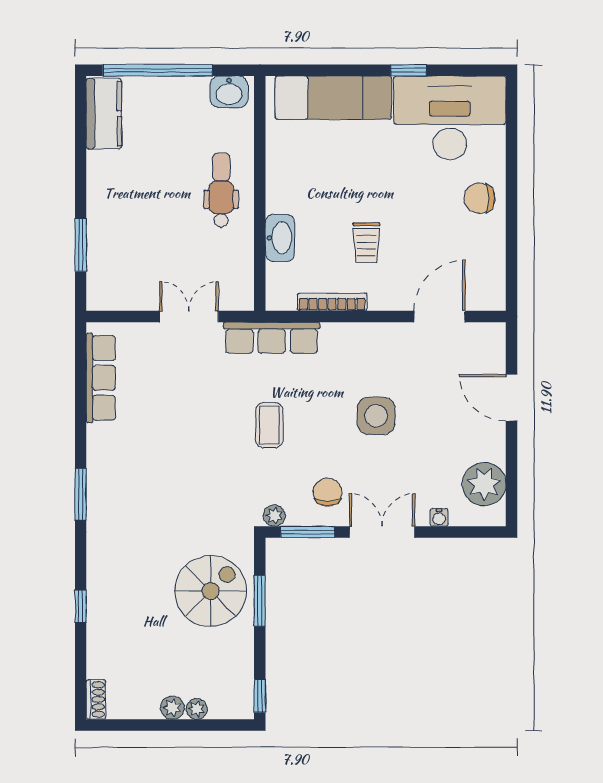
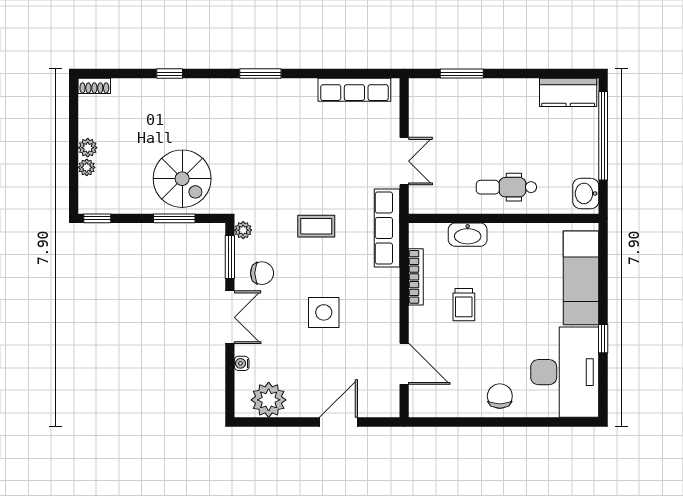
dental chair: (221, 190) -> (506, 187), turned 180
trolley: (366, 243) -> (464, 305), turned -90

